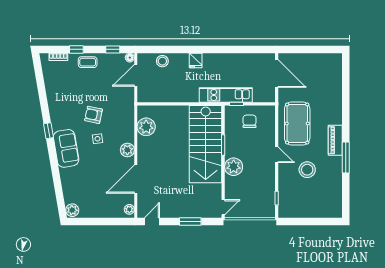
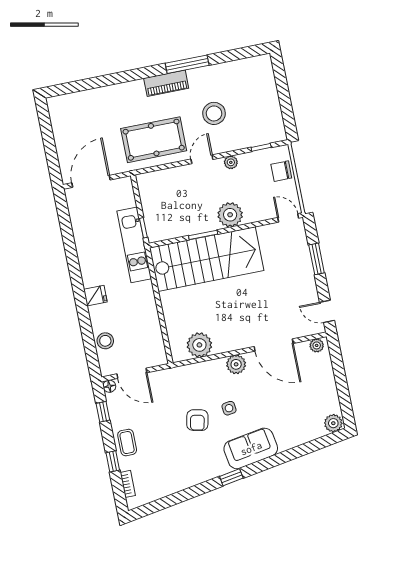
chair: (250, 121) -> (281, 171), moved
plant: (270, 175) -> (231, 162), added

